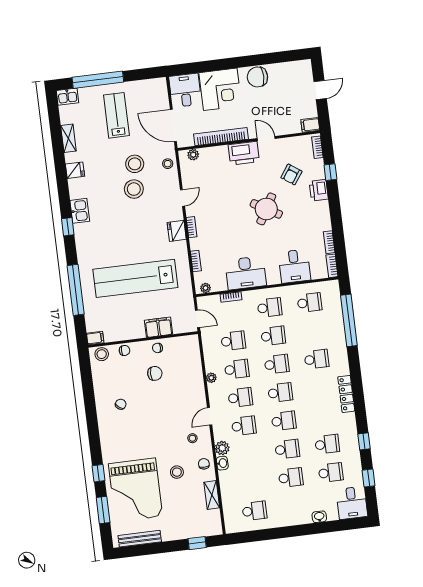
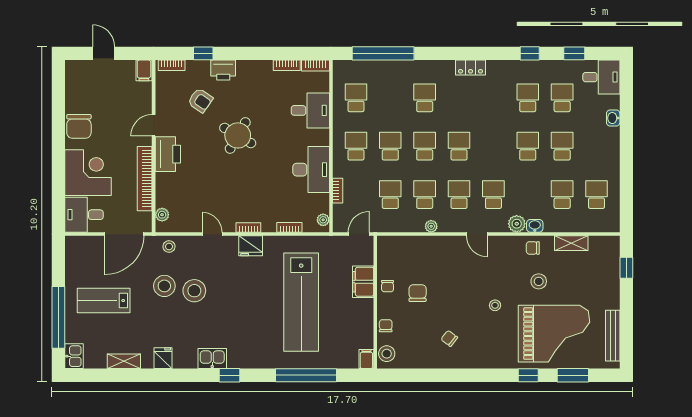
locker: (346, 394) -> (471, 68), width x0.66
school desk: (284, 421) -> (562, 195), moved
stool: (192, 438) -> (495, 305), moved

